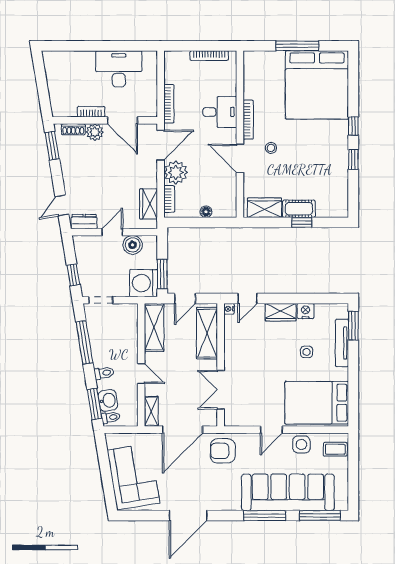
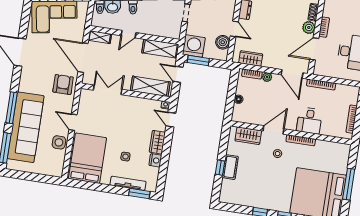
plant: (176, 172) -> (267, 77), width x0.53, depth x0.53
wardrobe: (264, 208) -> (248, 136), moved, turned 90
coffee table: (335, 449) -> (52, 166), removed

